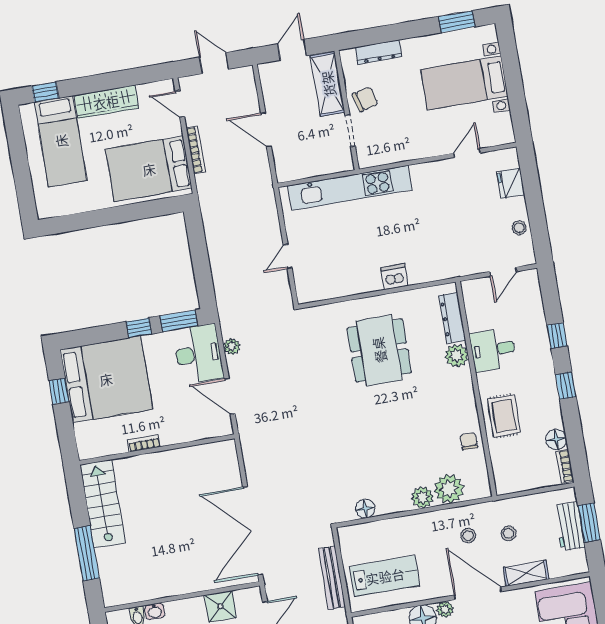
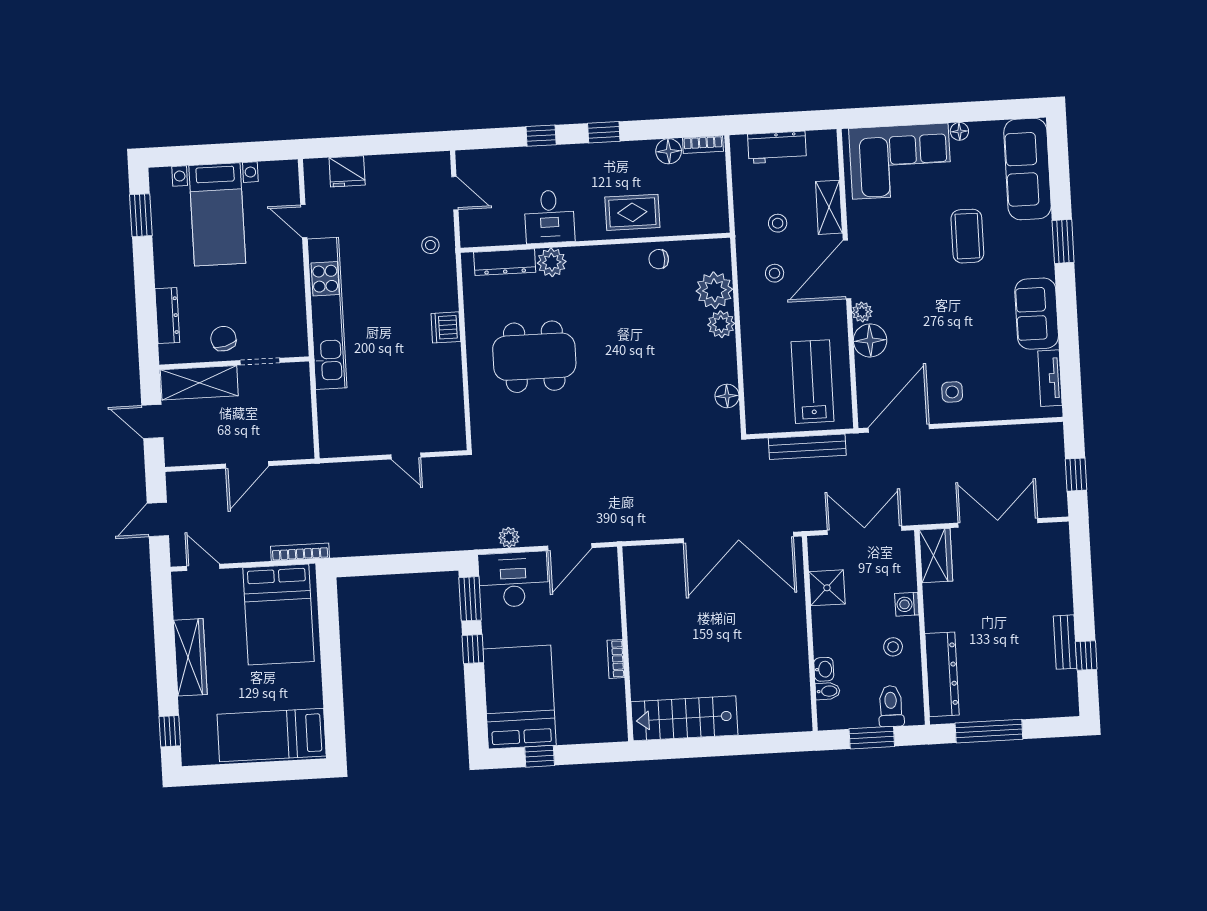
door: (180, 104) -> (203, 567), swing flipped
bed: (61, 141) -> (272, 735), moved, turned 180
bookcase: (196, 150) -> (300, 552), moved
kitchen unit: (350, 188) -> (327, 313), moved
stool: (519, 228) -> (430, 245), moved
bed: (106, 379) -> (520, 697), width x0.73
window: (589, 523) -> (775, 123), removed
window: (87, 553) -> (743, 745), removed

